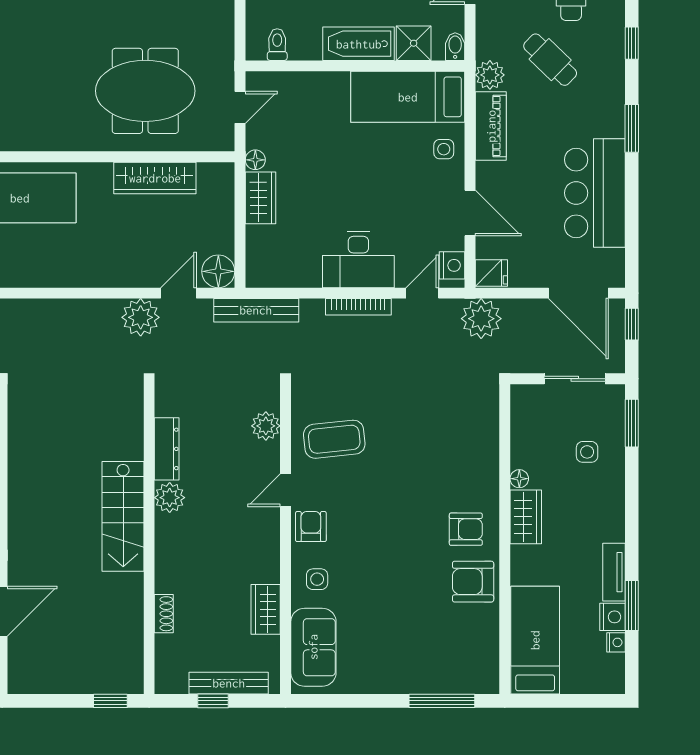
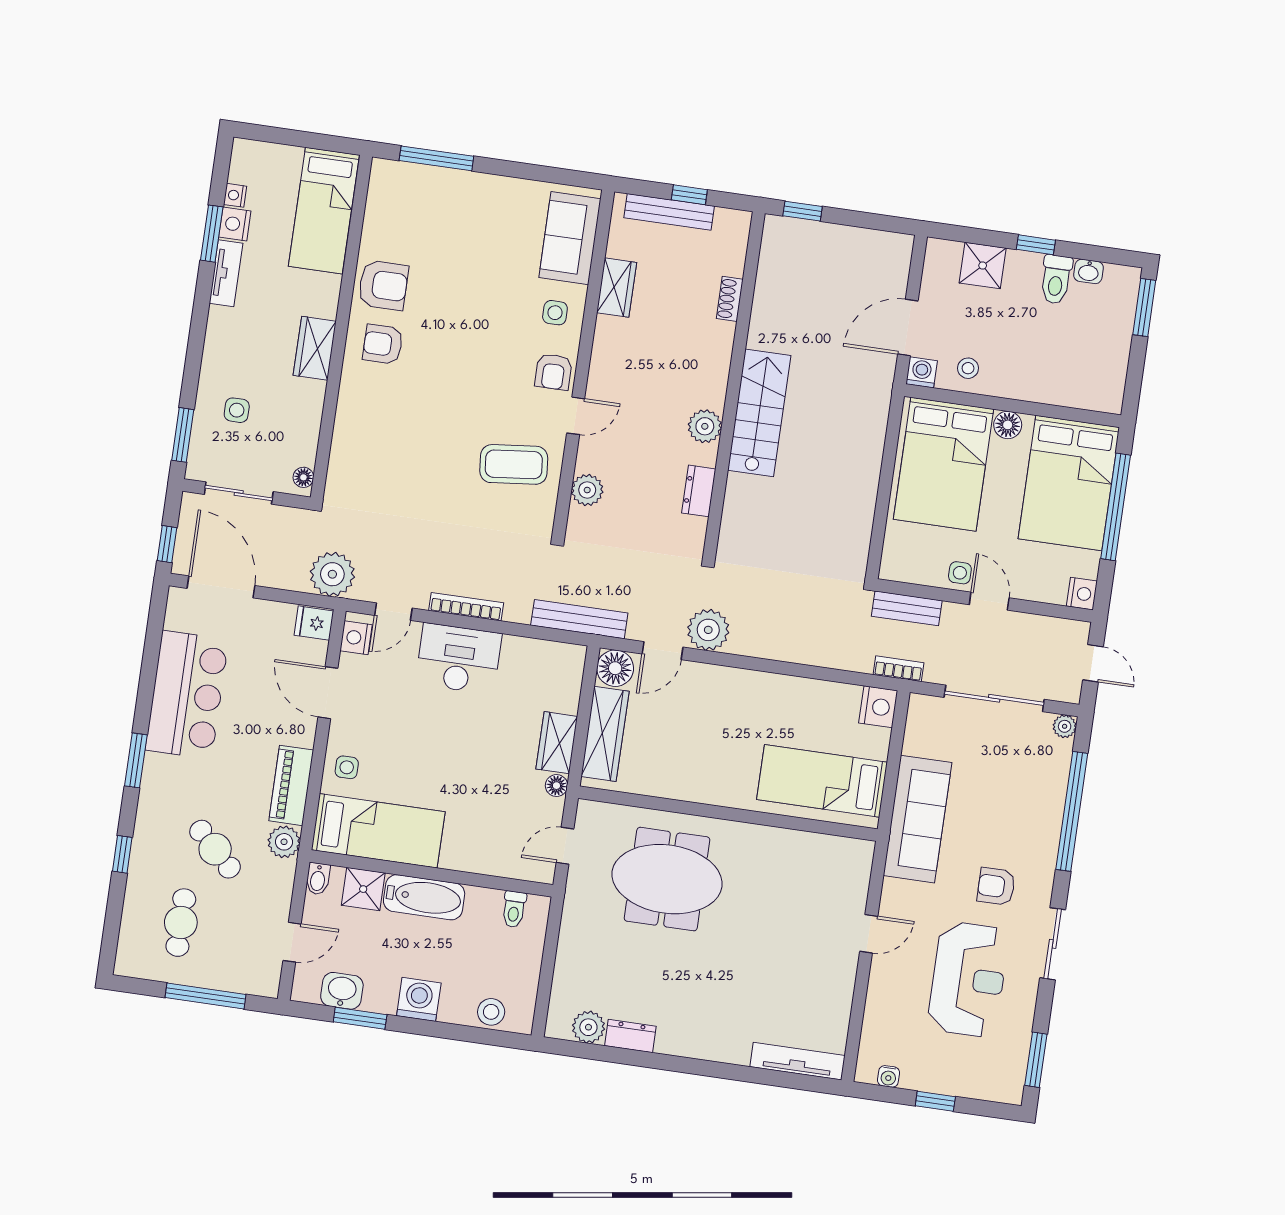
wardrobe: (155, 178) -> (605, 734), moved, turned 90
dresser: (167, 449) -> (699, 491), width x0.70
floor lamp: (519, 479) -> (303, 477), moved

